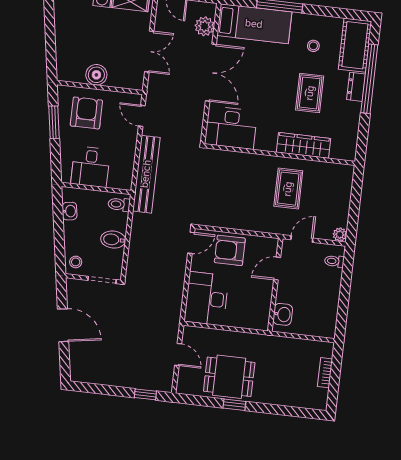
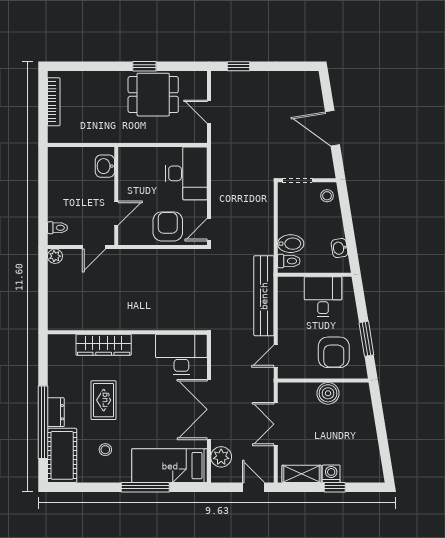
door: (142, 116) -> (276, 356), swing flipped
rug: (288, 189) -> (114, 298), removed
bidet: (113, 240) -> (291, 244), moved
armchair: (230, 250) -> (168, 226), turned -90
bookcase: (325, 373) -> (54, 102), width x1.56

